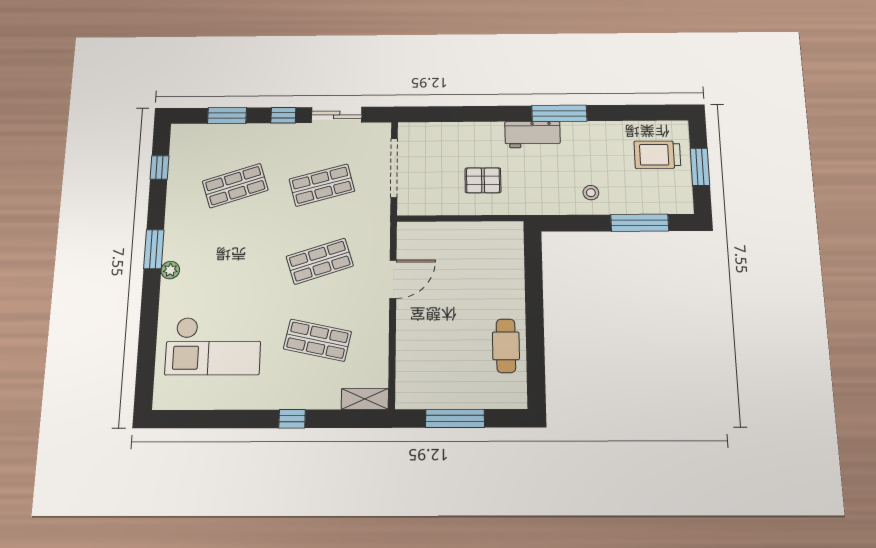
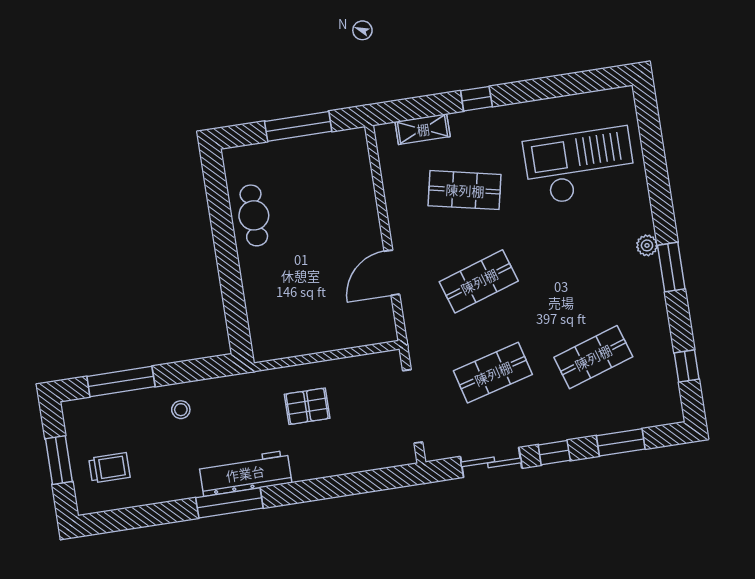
workbench: (533, 135) -> (245, 473), width x1.38
trolley: (657, 155) -> (109, 468), width x0.73, depth x0.72
shelving: (365, 399) -> (423, 129), moved

